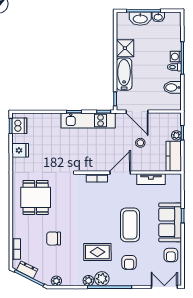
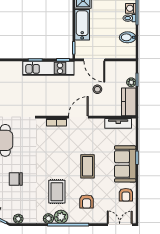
tv unit: (151, 179) -> (118, 123), moved
coffee table: (130, 225) -> (88, 166), width x0.73, depth x0.76
rug: (97, 252) -> (57, 192), turned 90

